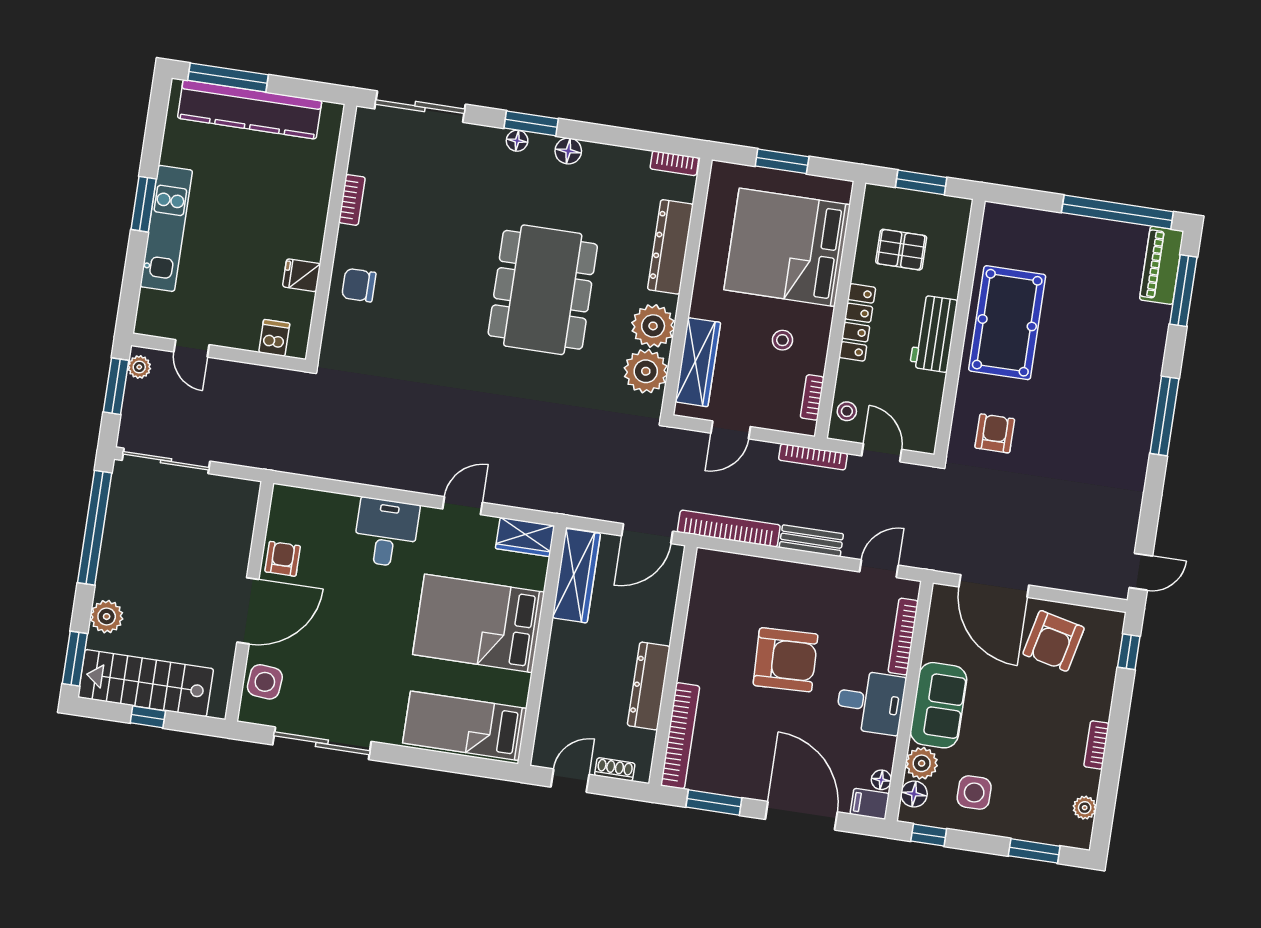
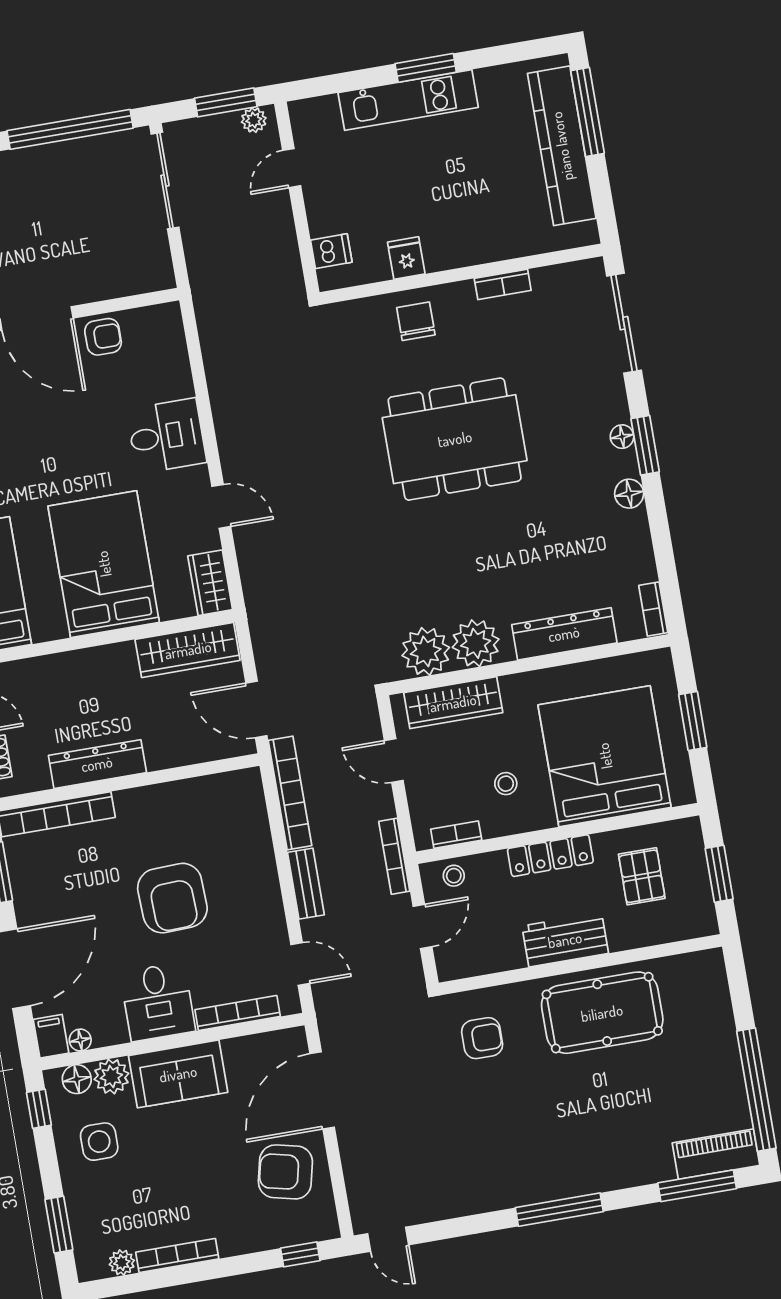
dining table: (543, 290) -> (455, 439), moved
bookcase: (1096, 745) -> (177, 1255), width x1.56

